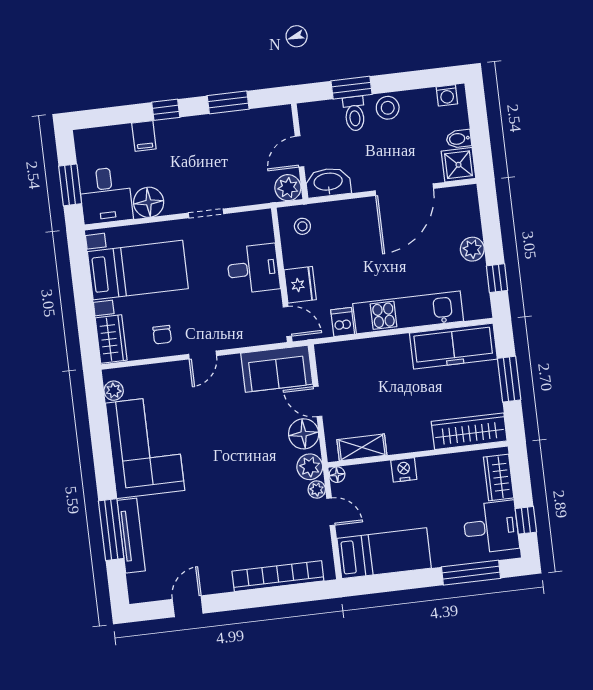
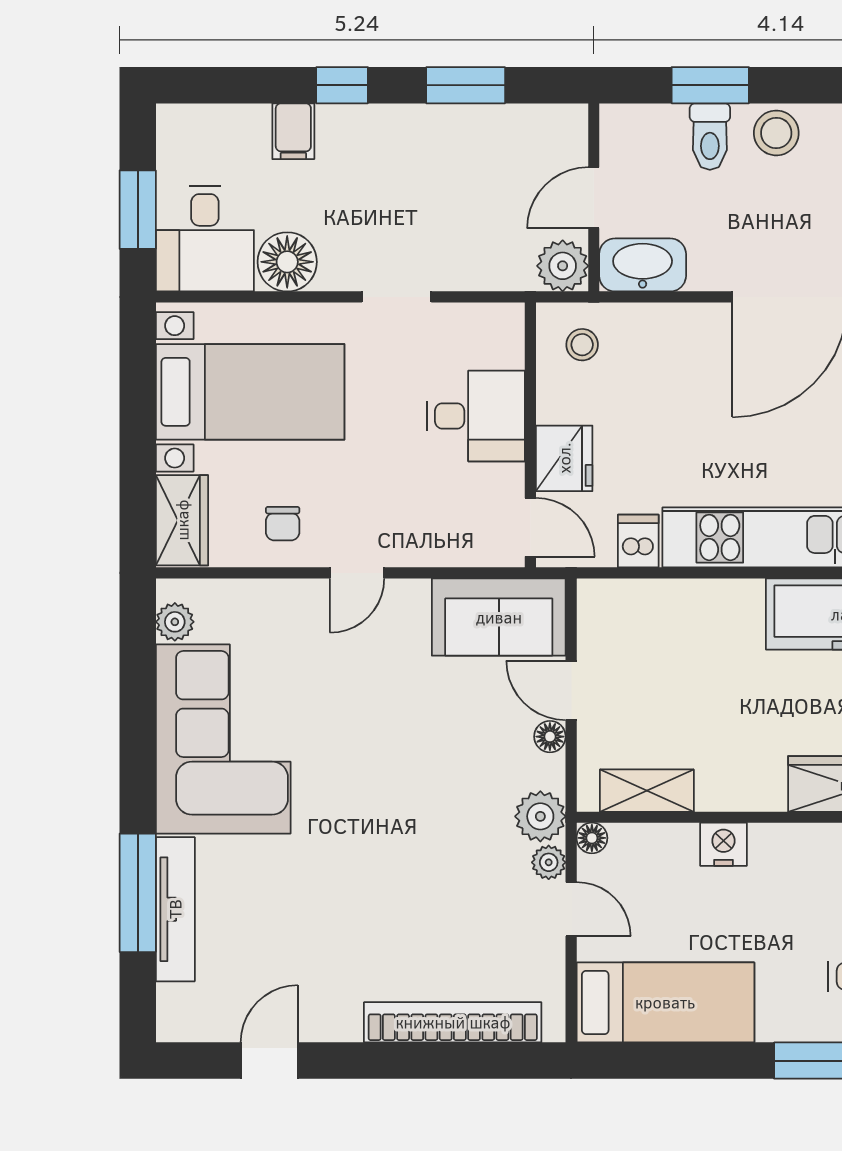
floor lamp: (304, 434) -> (550, 737), width x0.53, depth x0.53

